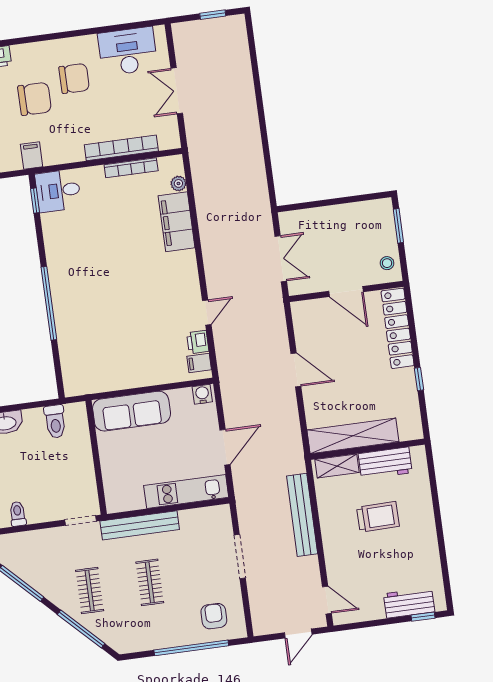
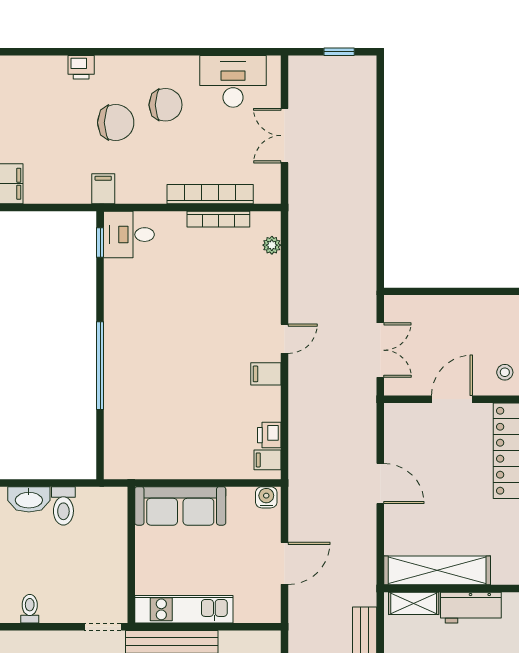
filing cabinet: (177, 222) -> (266, 374), moved, width x0.33, depth x0.86
door: (346, 292) -> (452, 399), swing flipped
door: (207, 313) -> (285, 339), moved
toilet: (55, 421) -> (63, 506), moved
kitchen unit: (186, 491) -> (184, 609), moved

